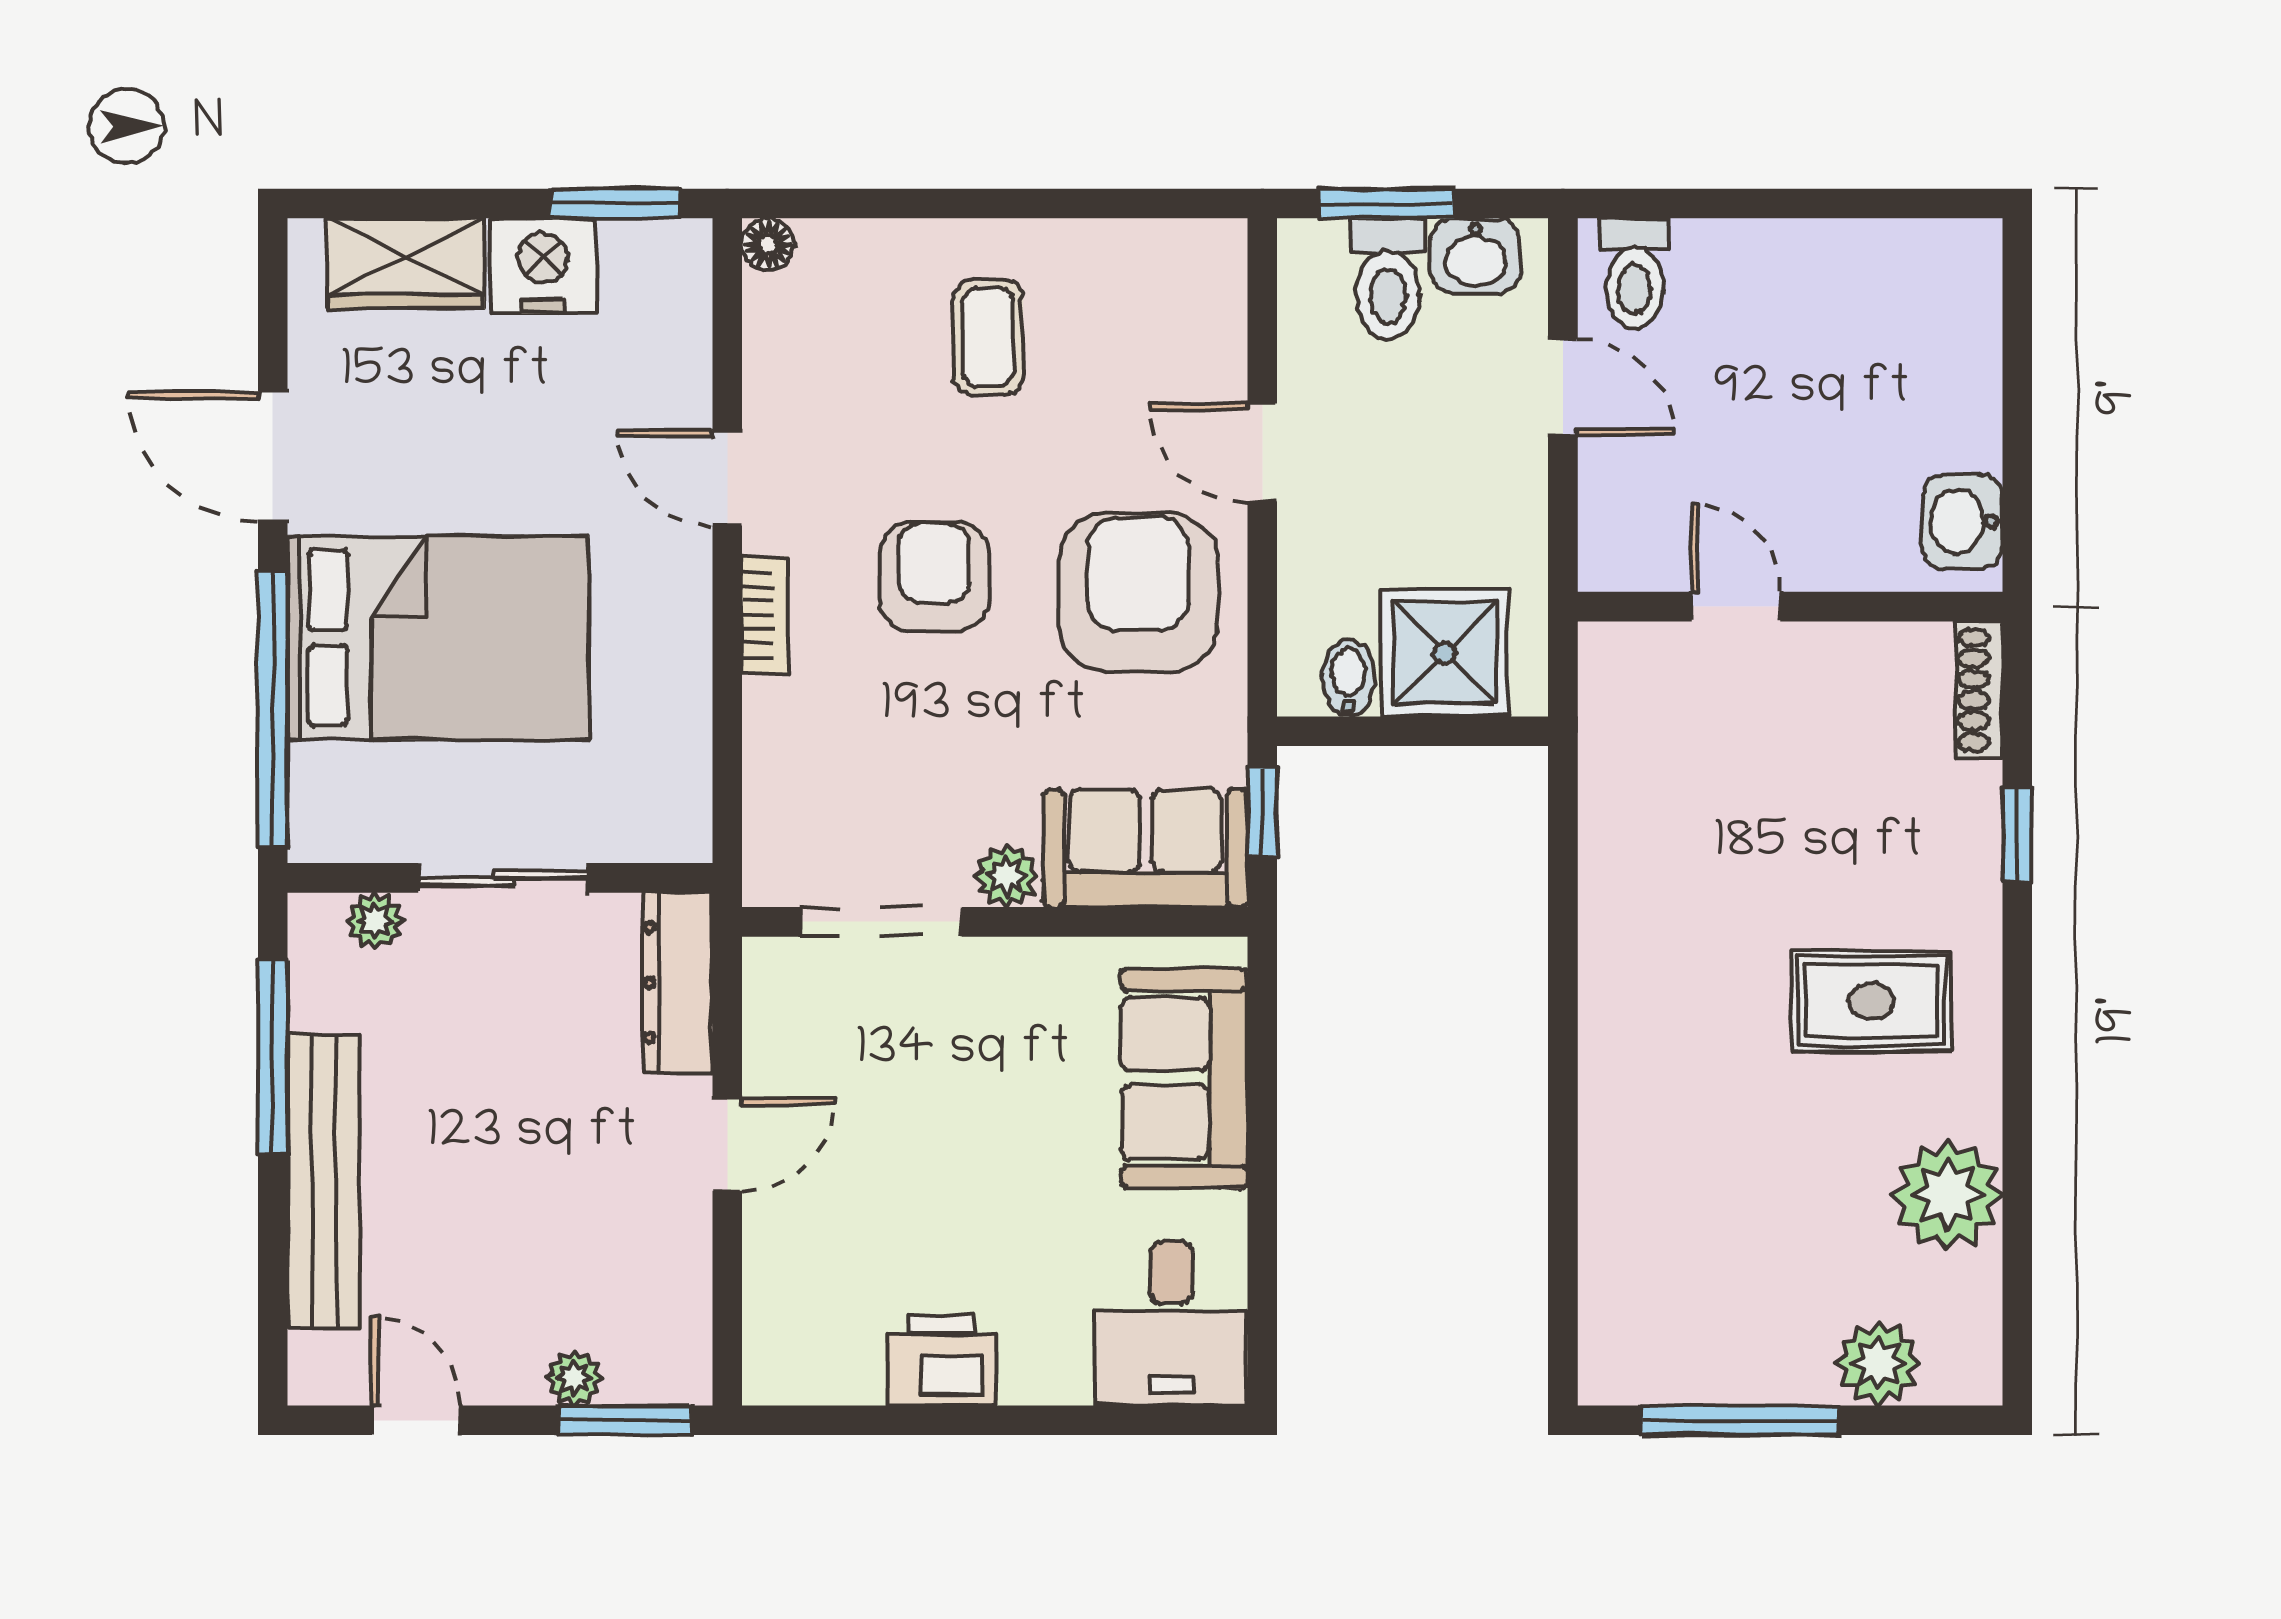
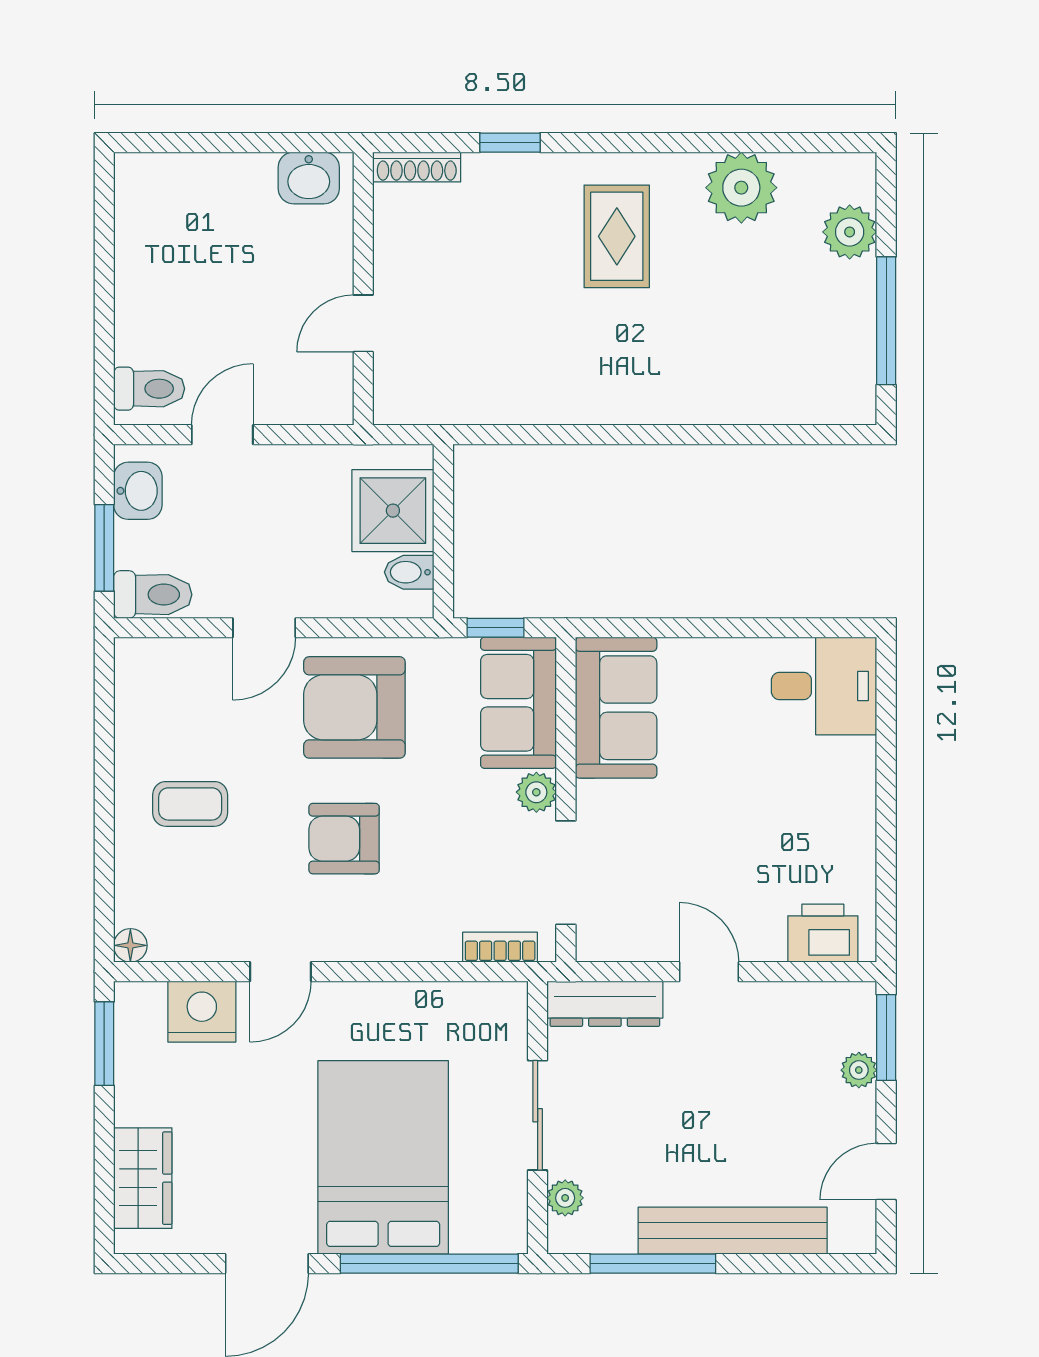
nightstand: (543, 266) -> (202, 1012), moved, turned 90
toilet: (1388, 279) -> (153, 595), moved
bookcase: (765, 615) -> (500, 947), moved
sofa: (1184, 1078) -> (616, 708), moved, turned -90
printer: (942, 1361) -> (823, 933), moved, turned 90

